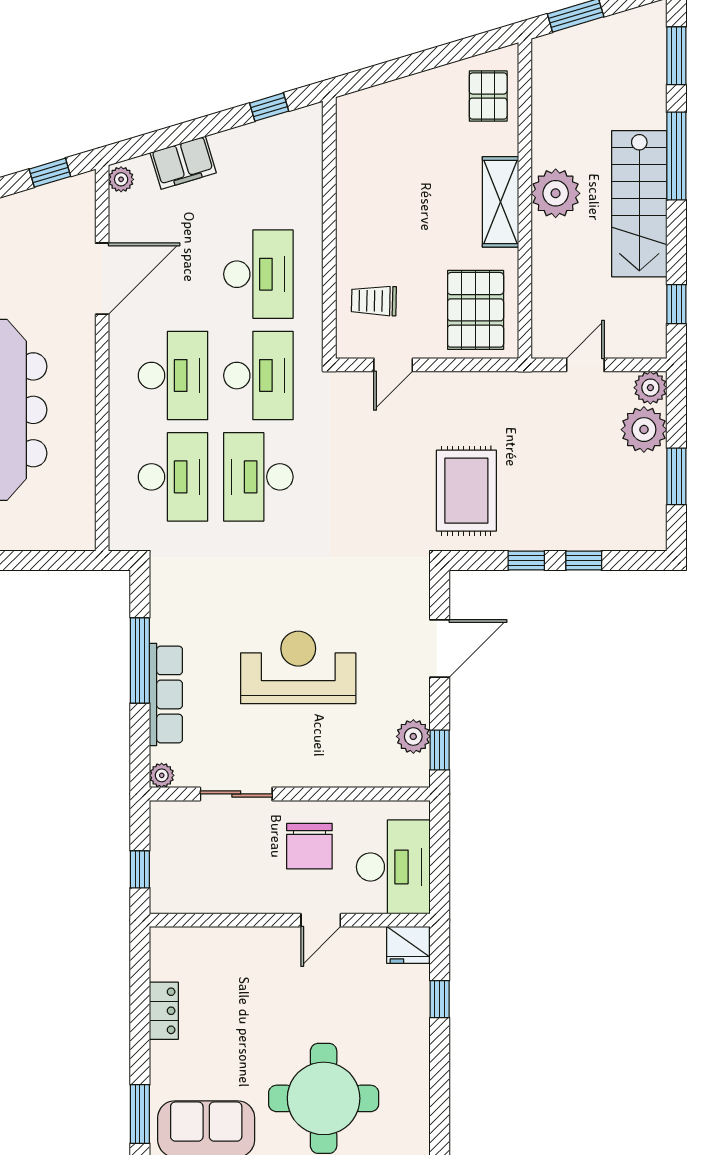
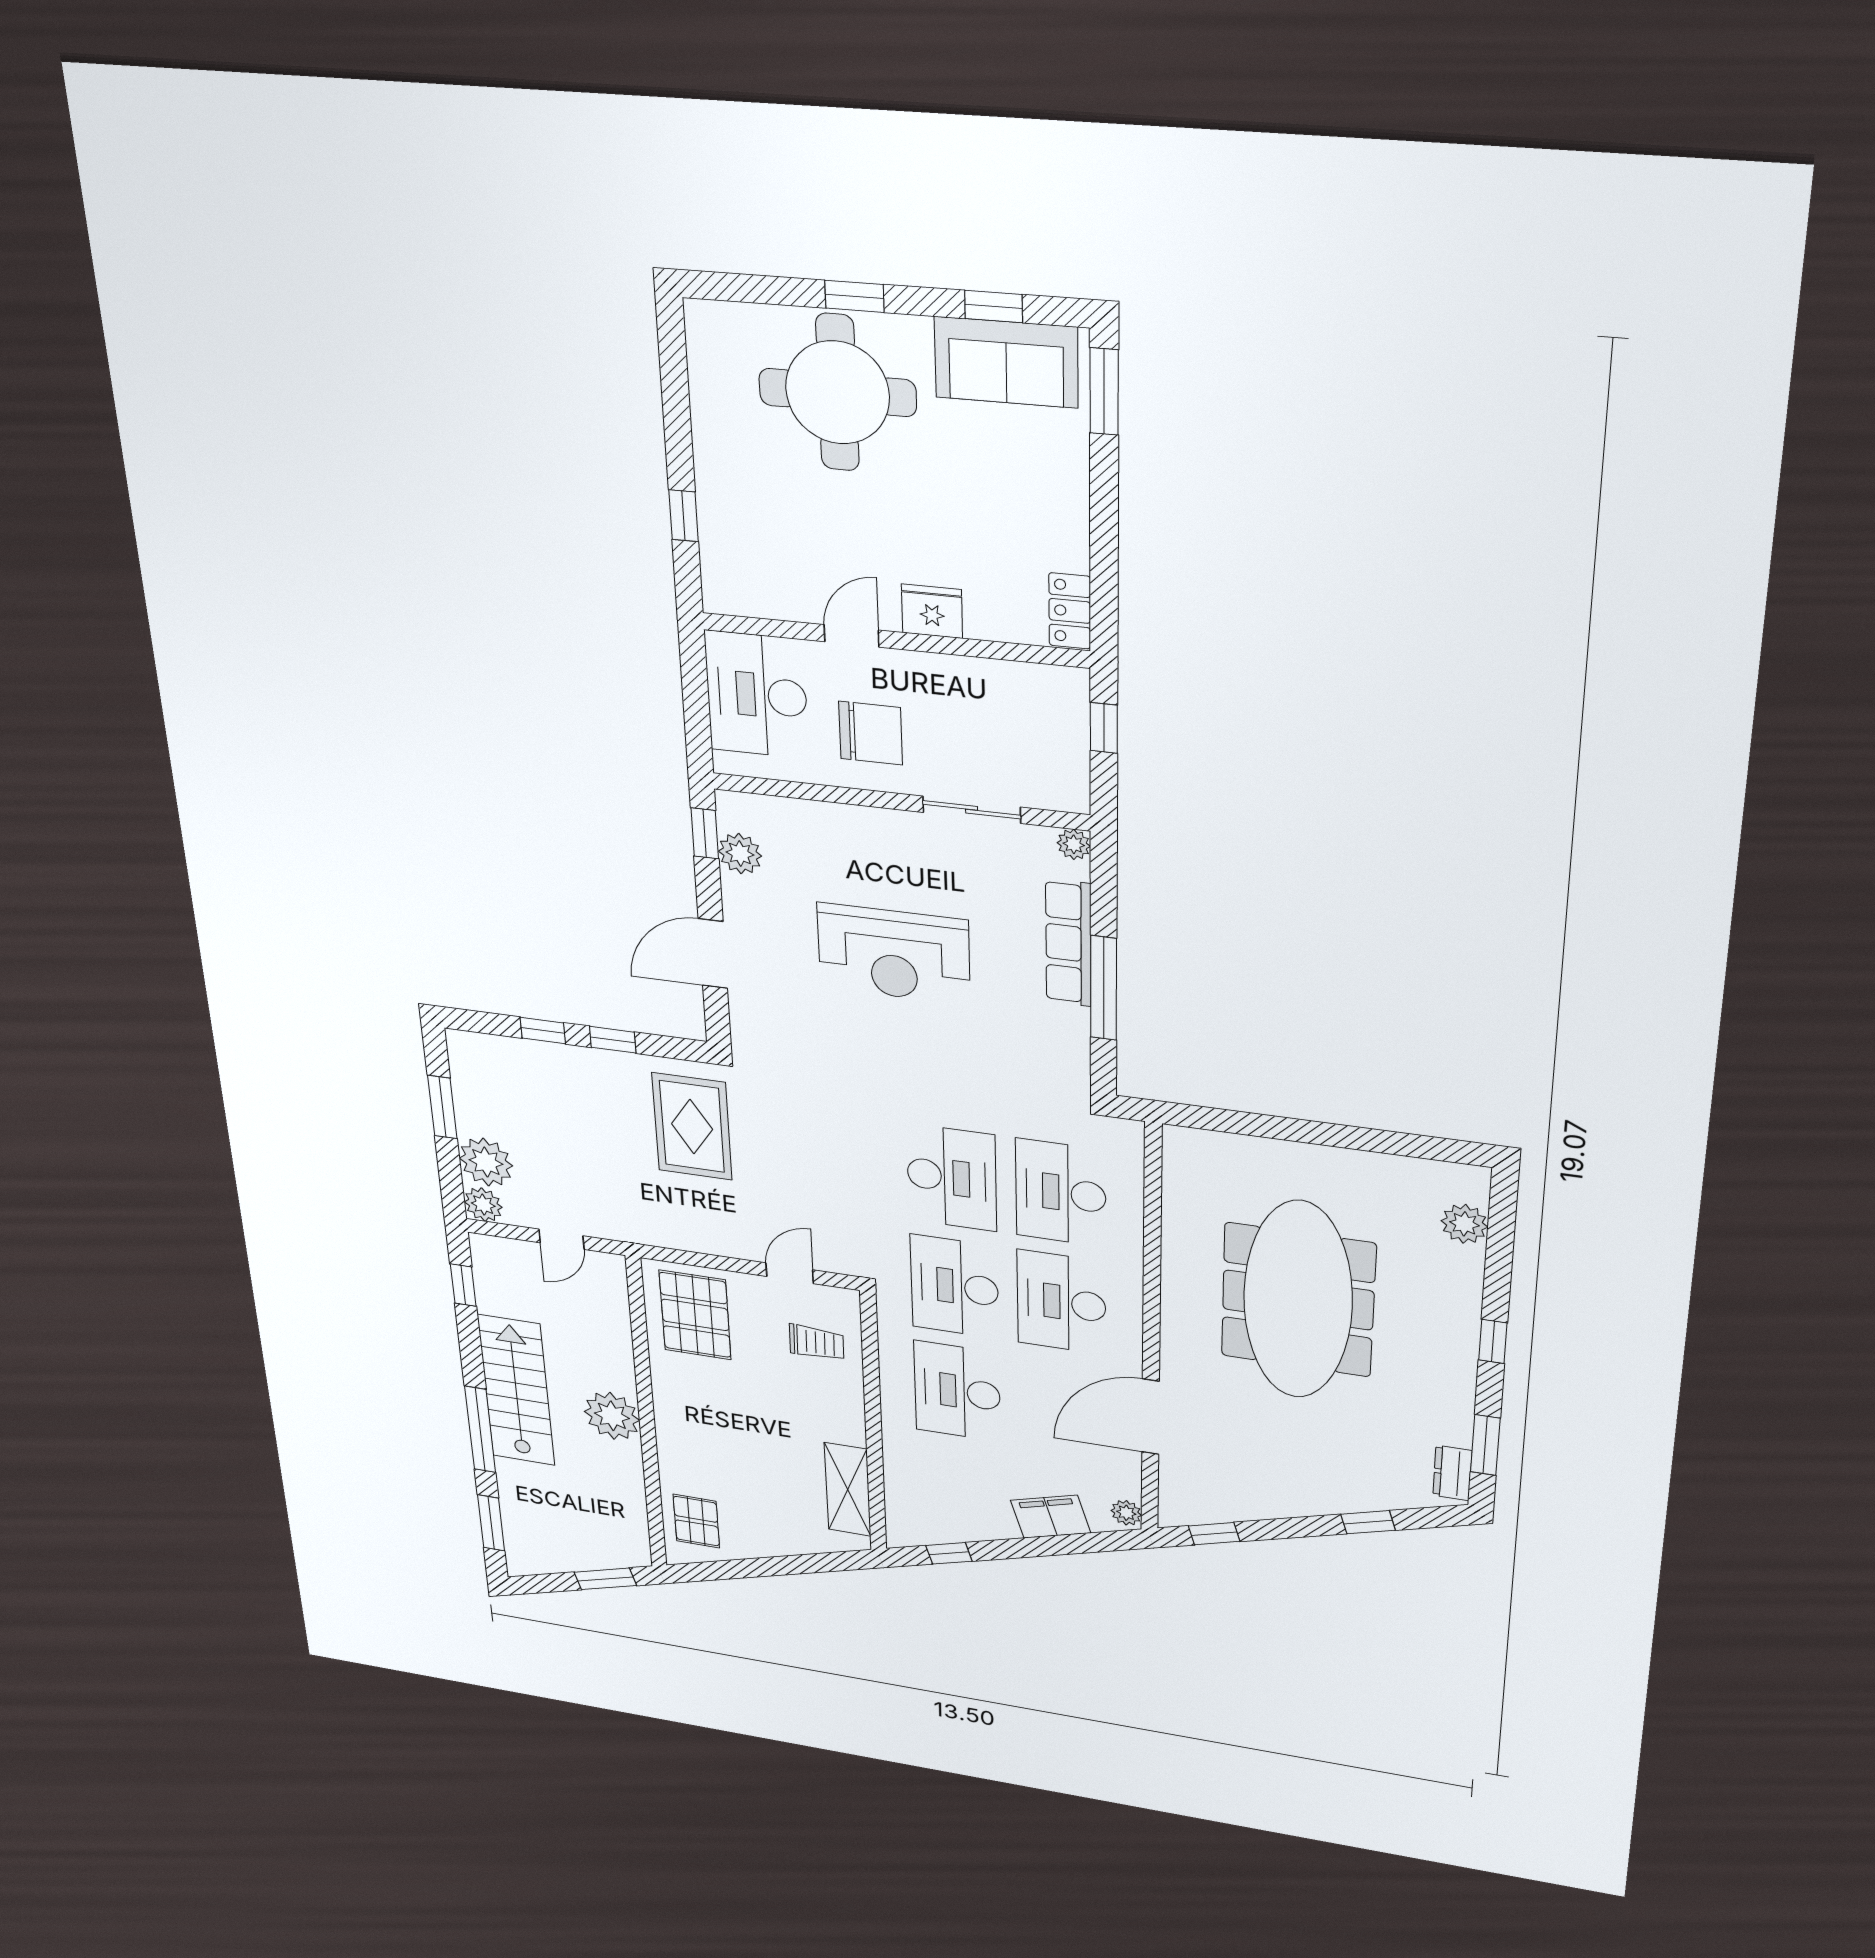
shelving: (500, 202) -> (848, 1489), moved
chair: (309, 846) -> (871, 733), turned 90
fridge: (408, 945) -> (932, 611), moved
locker: (164, 1011) -> (1070, 611), moved

